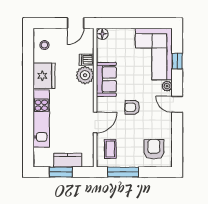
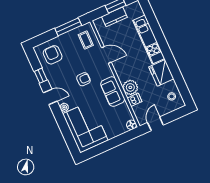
window: (177, 61) -> (41, 76), moved
door: (95, 122) -> (106, 55), swing flipped
armchair: (154, 149) -> (53, 55), turned 180

